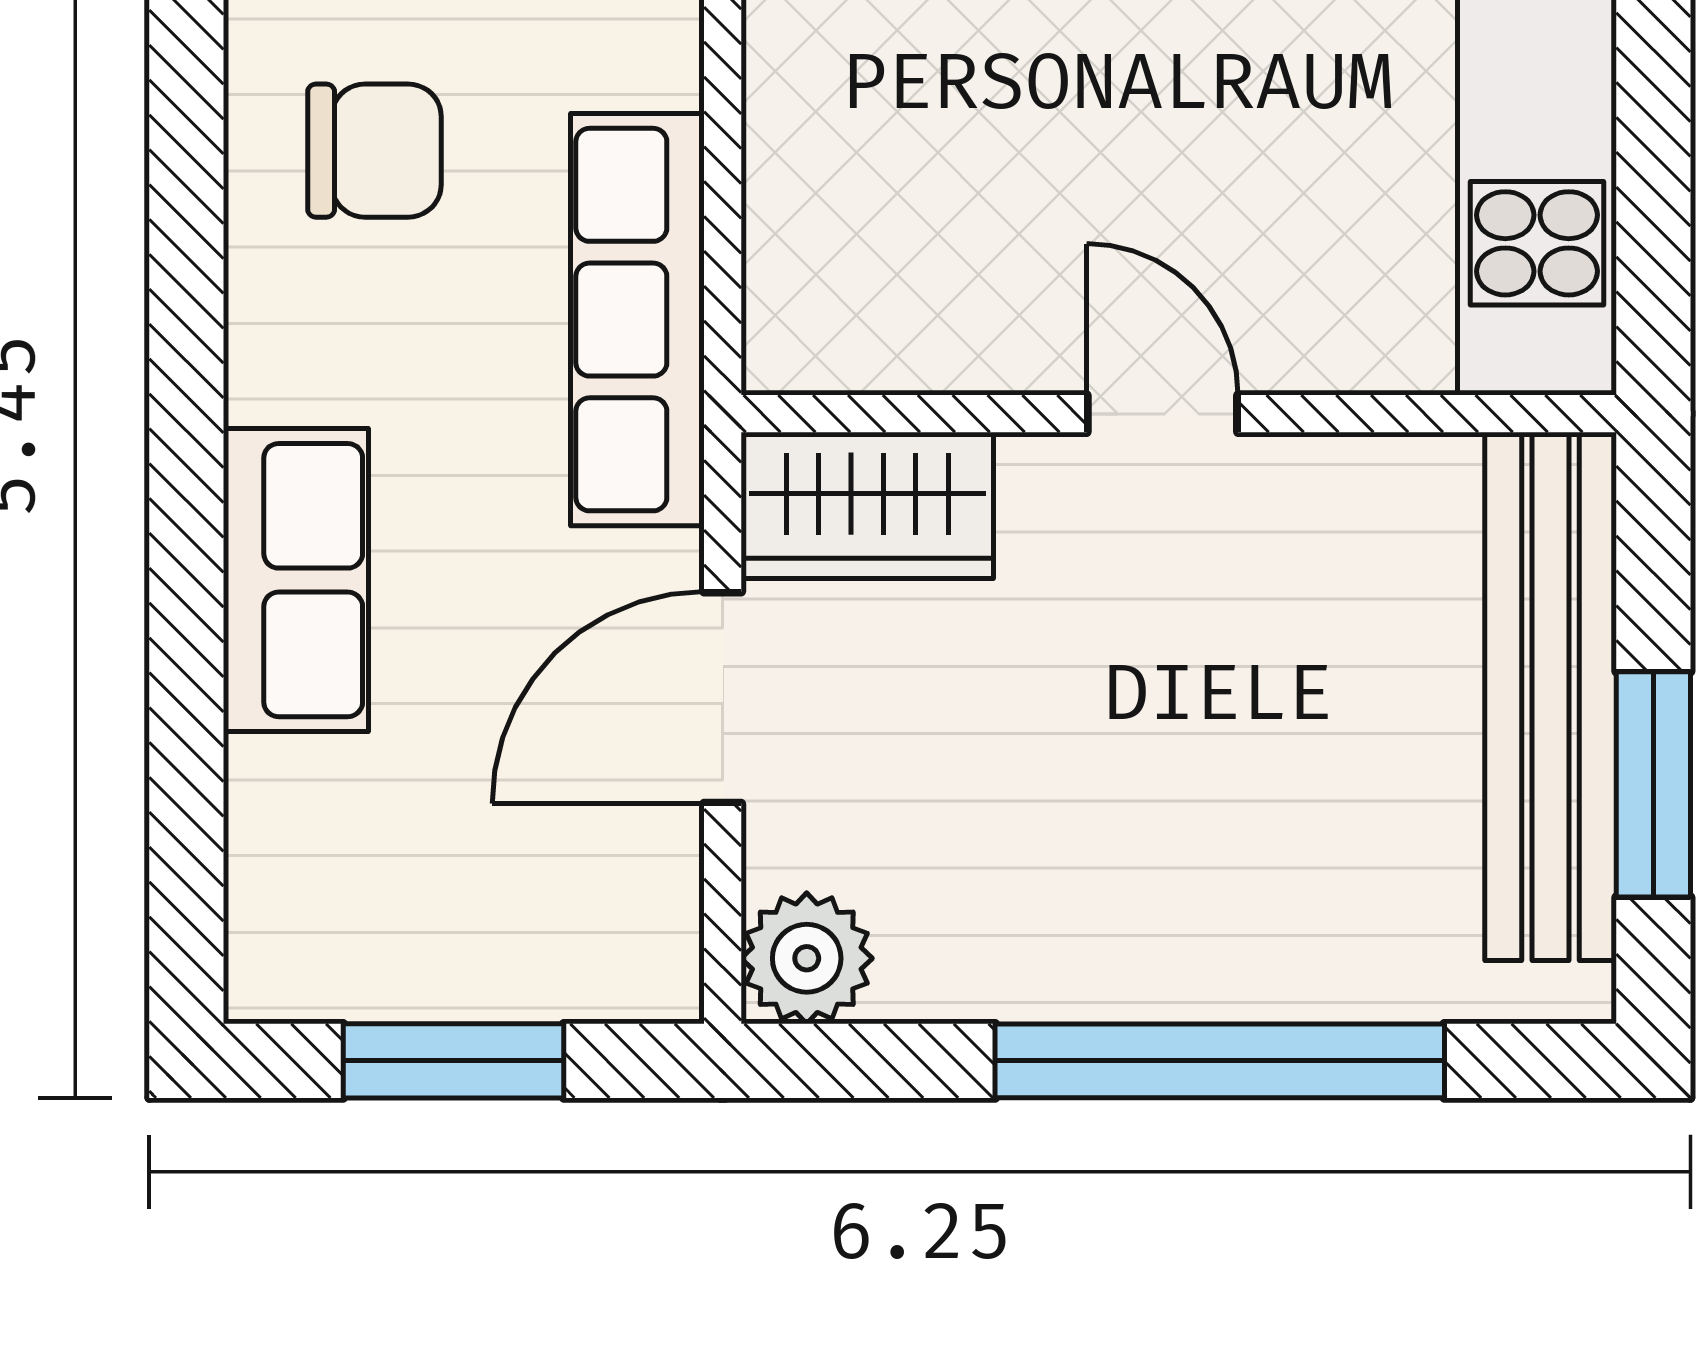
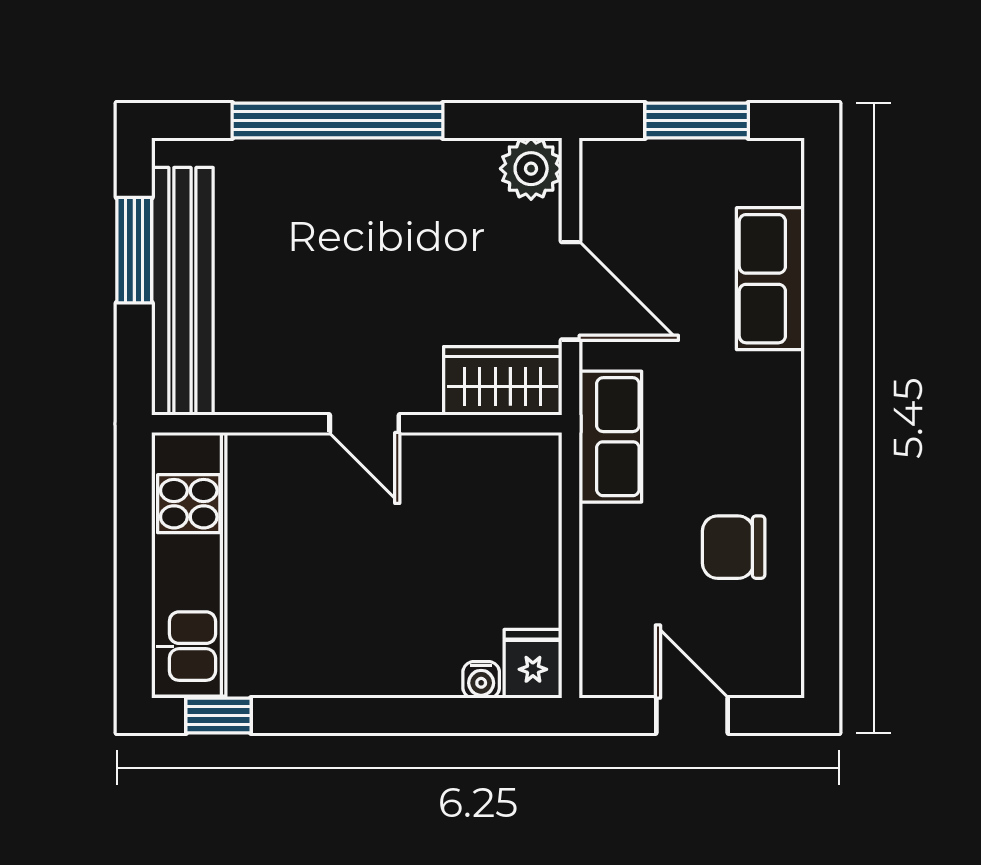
row of seats: (637, 320) -> (610, 437), width x0.68
row of seats: (296, 580) -> (770, 279), moved
door: (723, 698) -> (570, 291), hinge flipped

